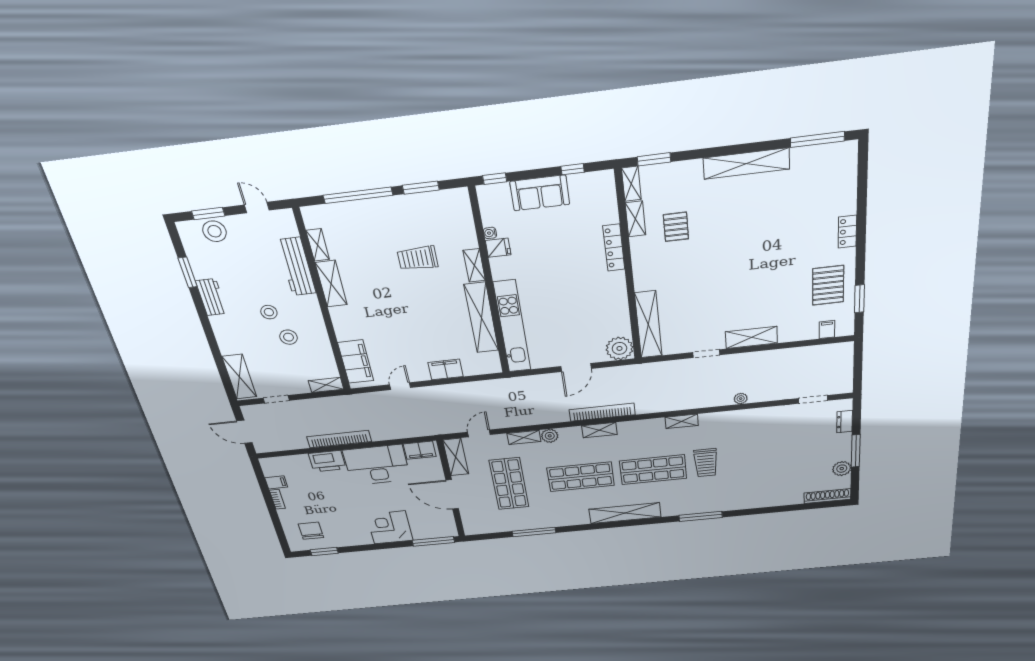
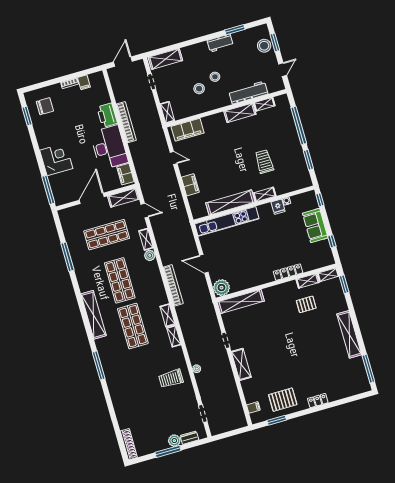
shelving: (599, 430) -> (167, 315), moved
trolley: (706, 463) -> (171, 379), moved
plant: (842, 469) -> (174, 441), moved

